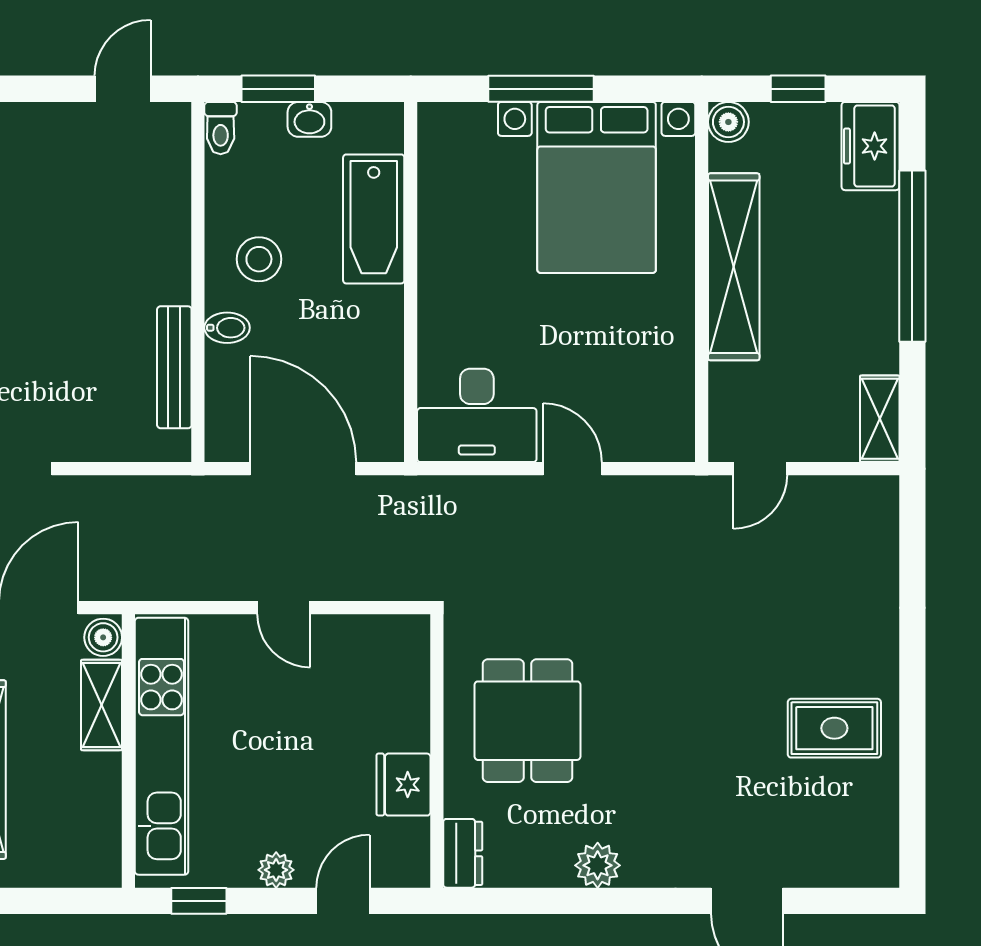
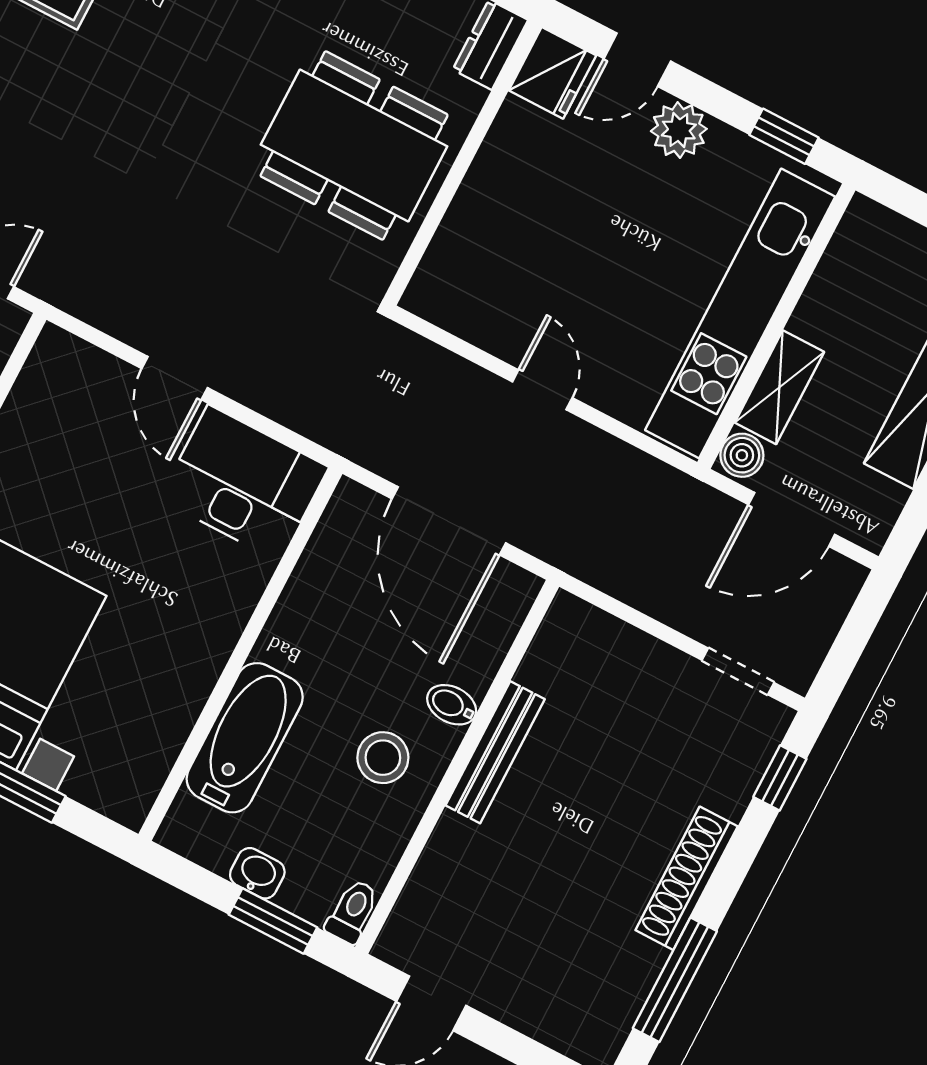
bench: (174, 367) -> (495, 752), moved
dining table: (527, 721) -> (354, 145), width x1.38
fridge: (403, 785) -> (552, 73), moved
plant: (276, 870) -> (679, 130), width x1.38, depth x1.38

